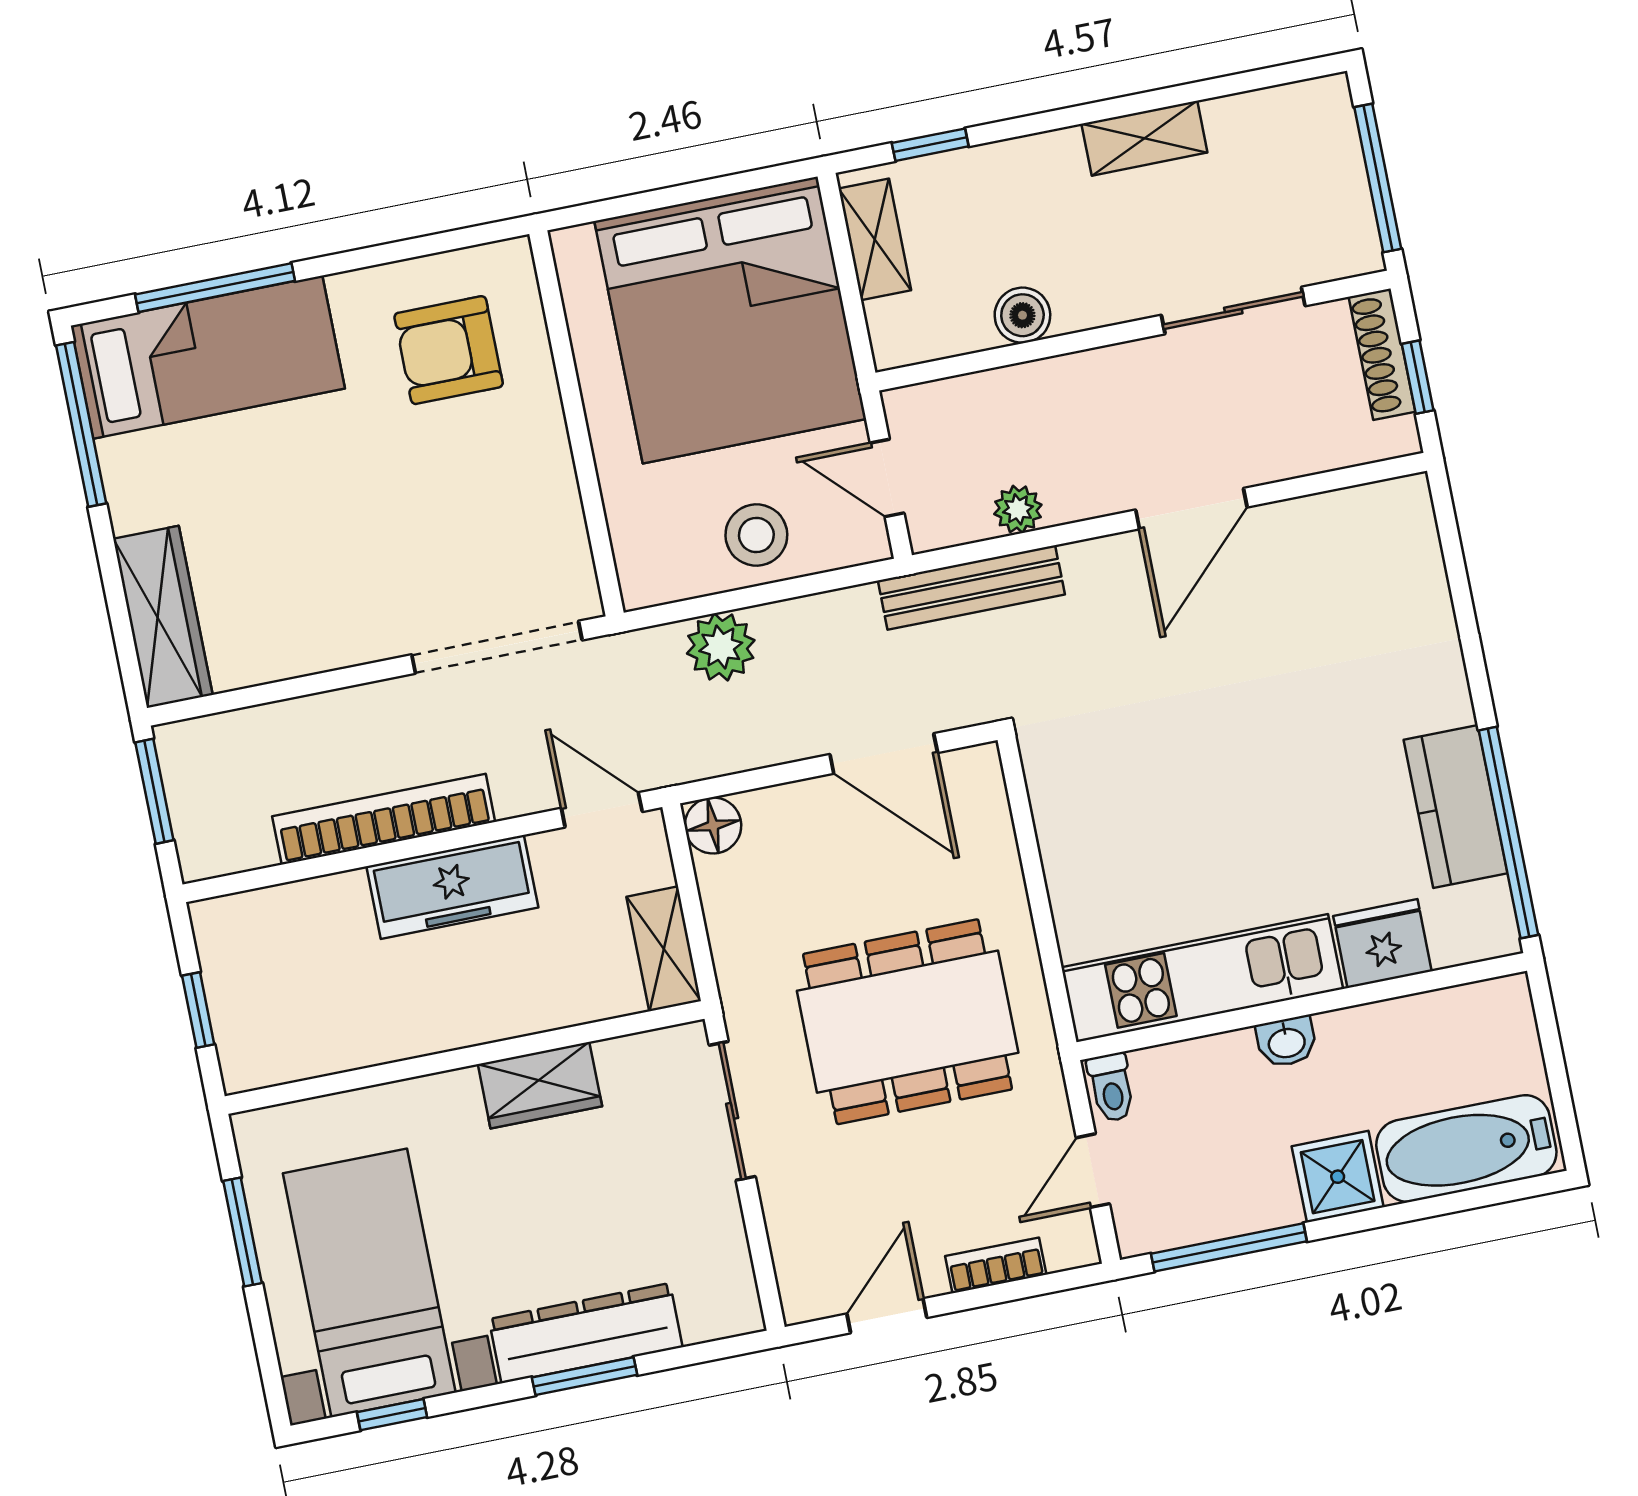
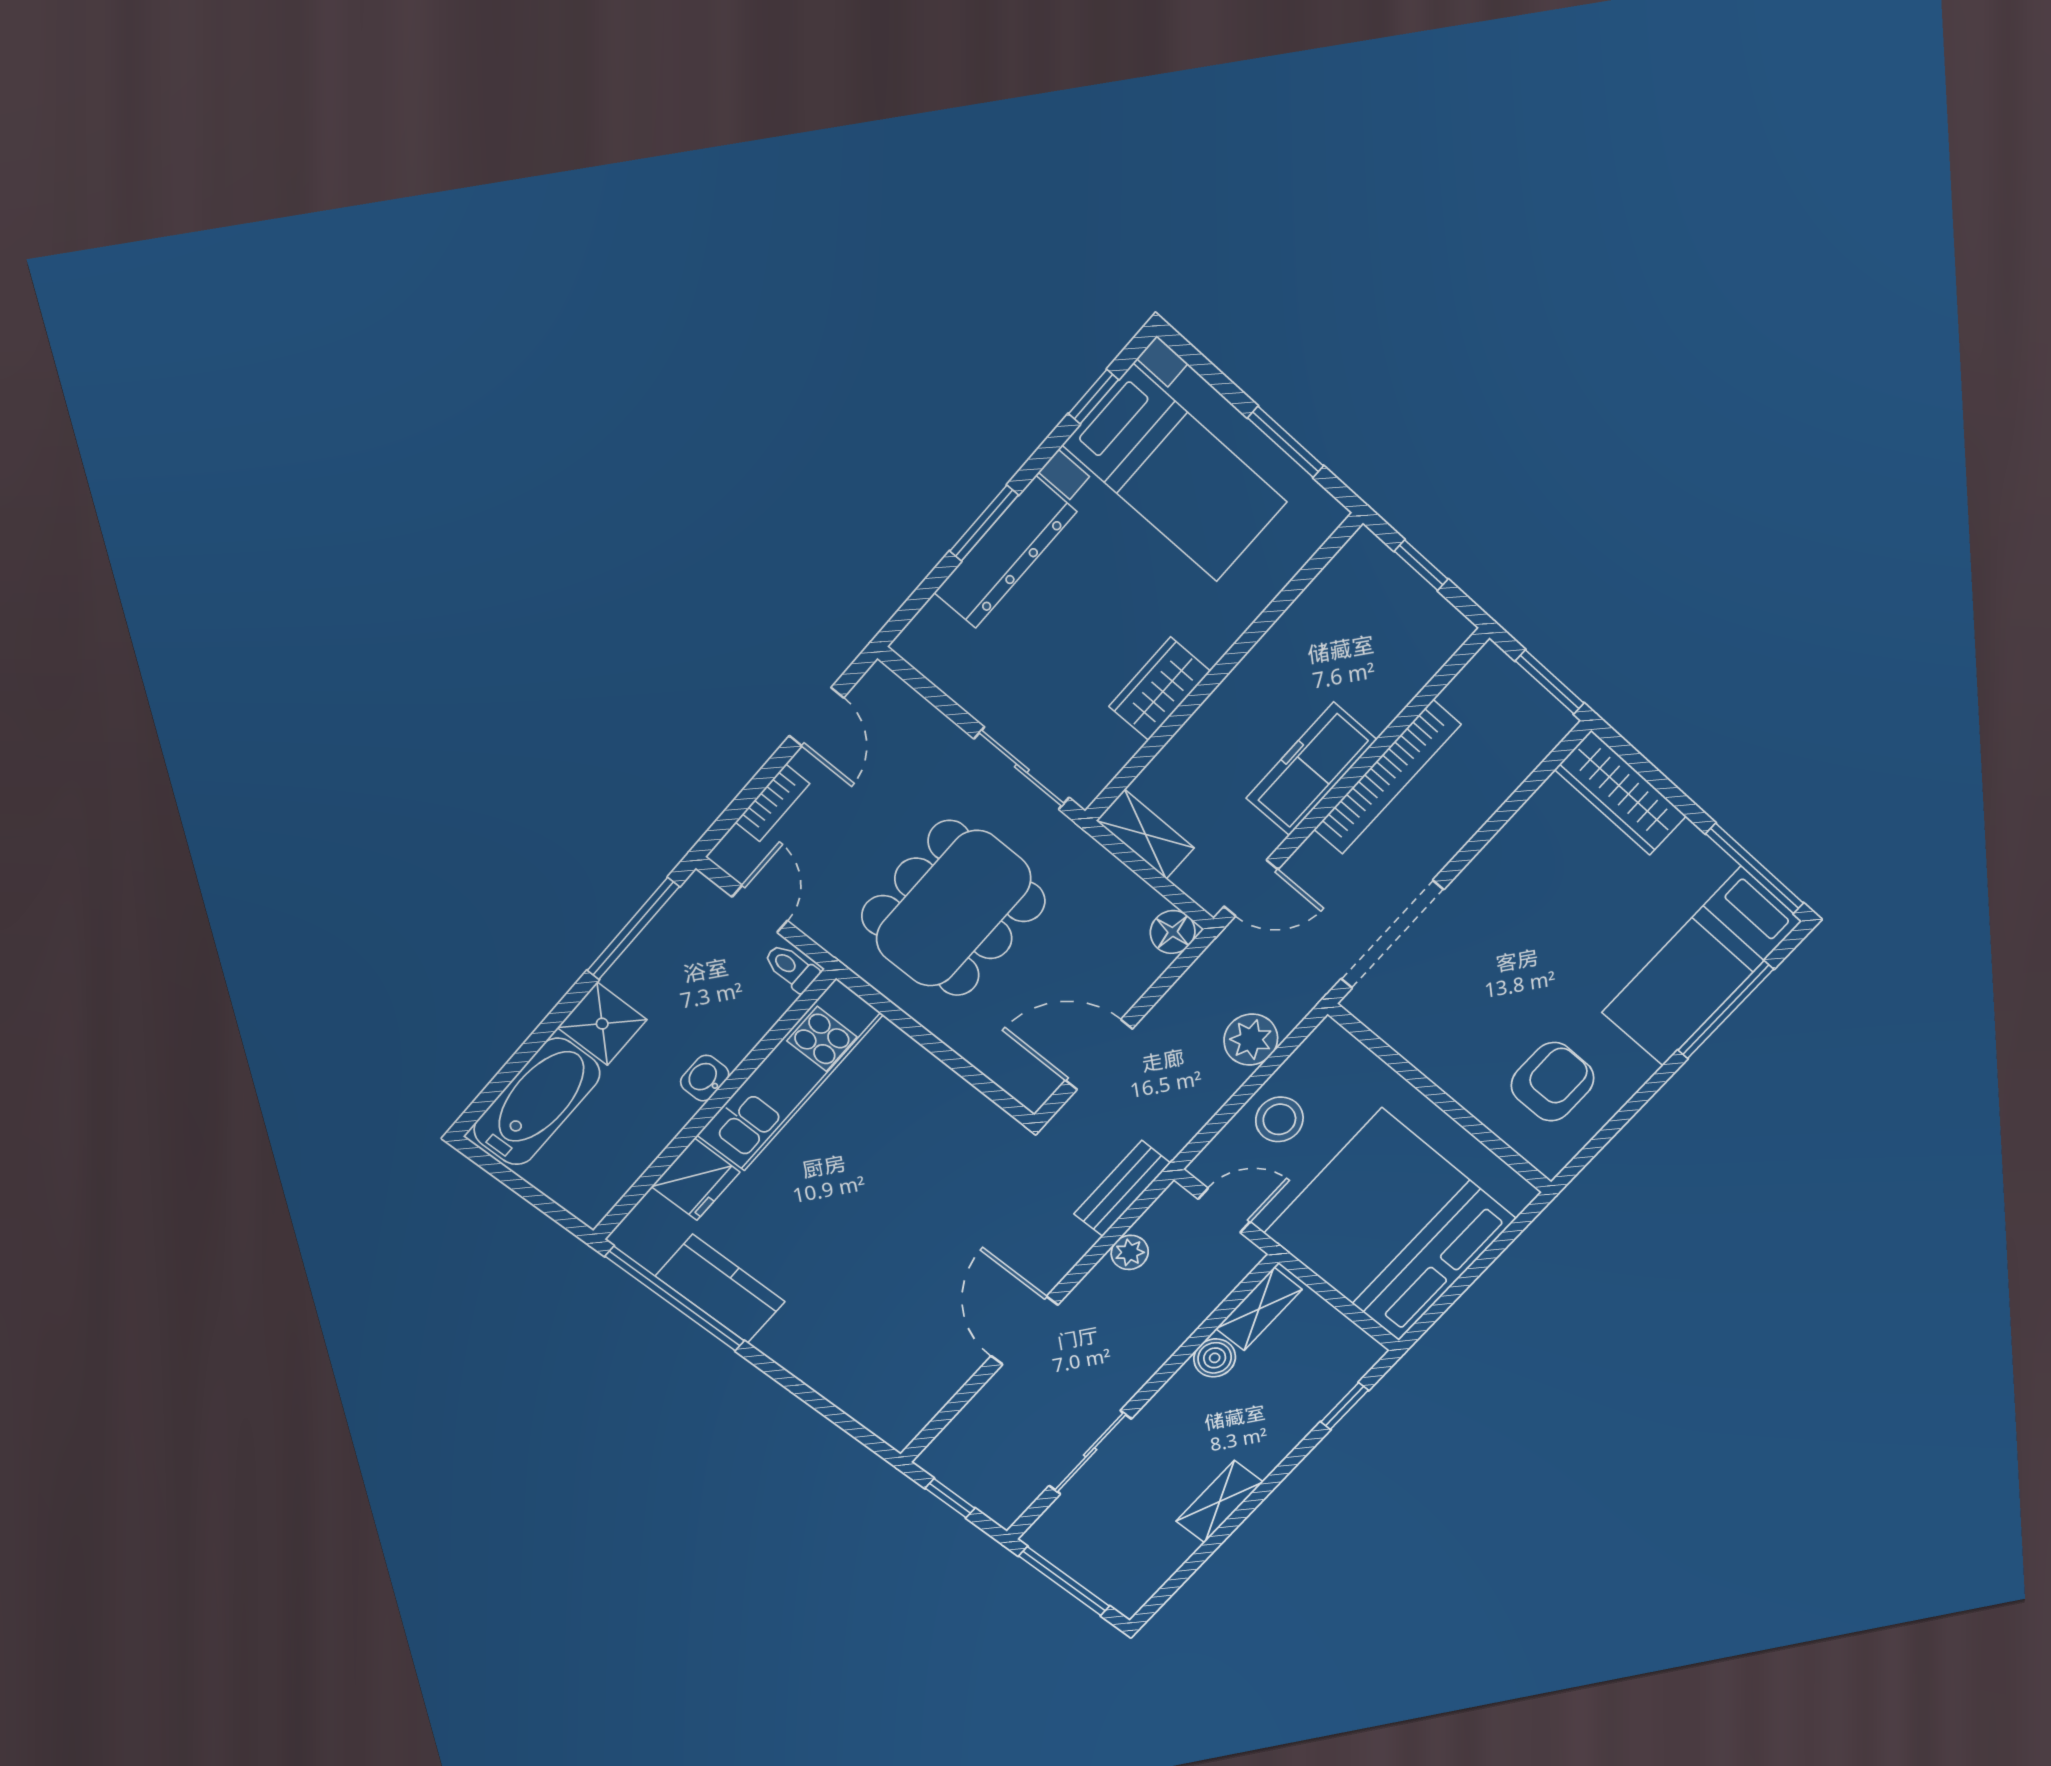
shelving: (875, 239) -> (1259, 1309), moved, turned 90
shoe rack: (1382, 354) -> (982, 1495), removed
bench: (971, 587) -> (1122, 1189), width x0.73

